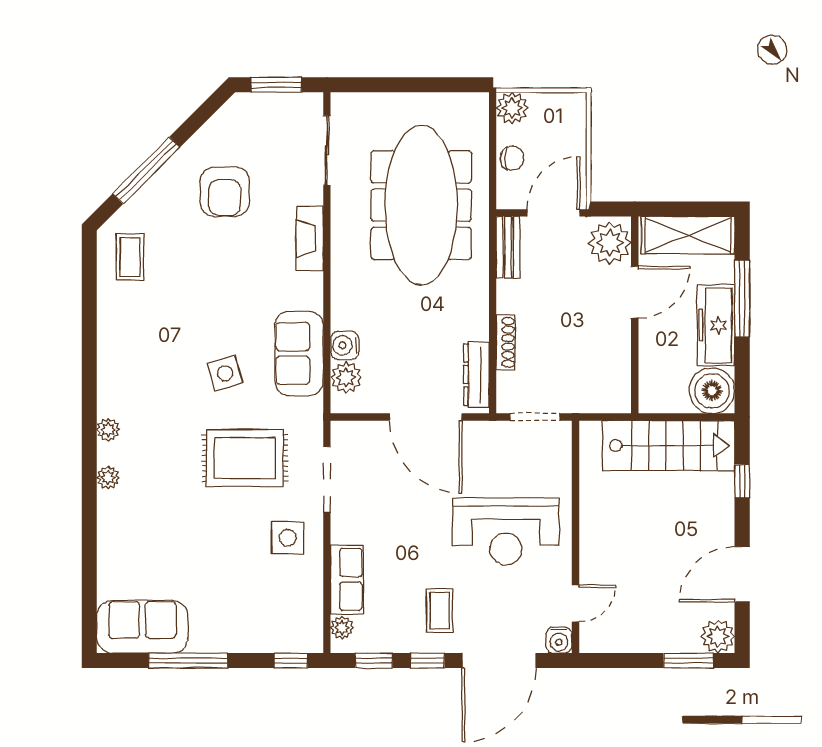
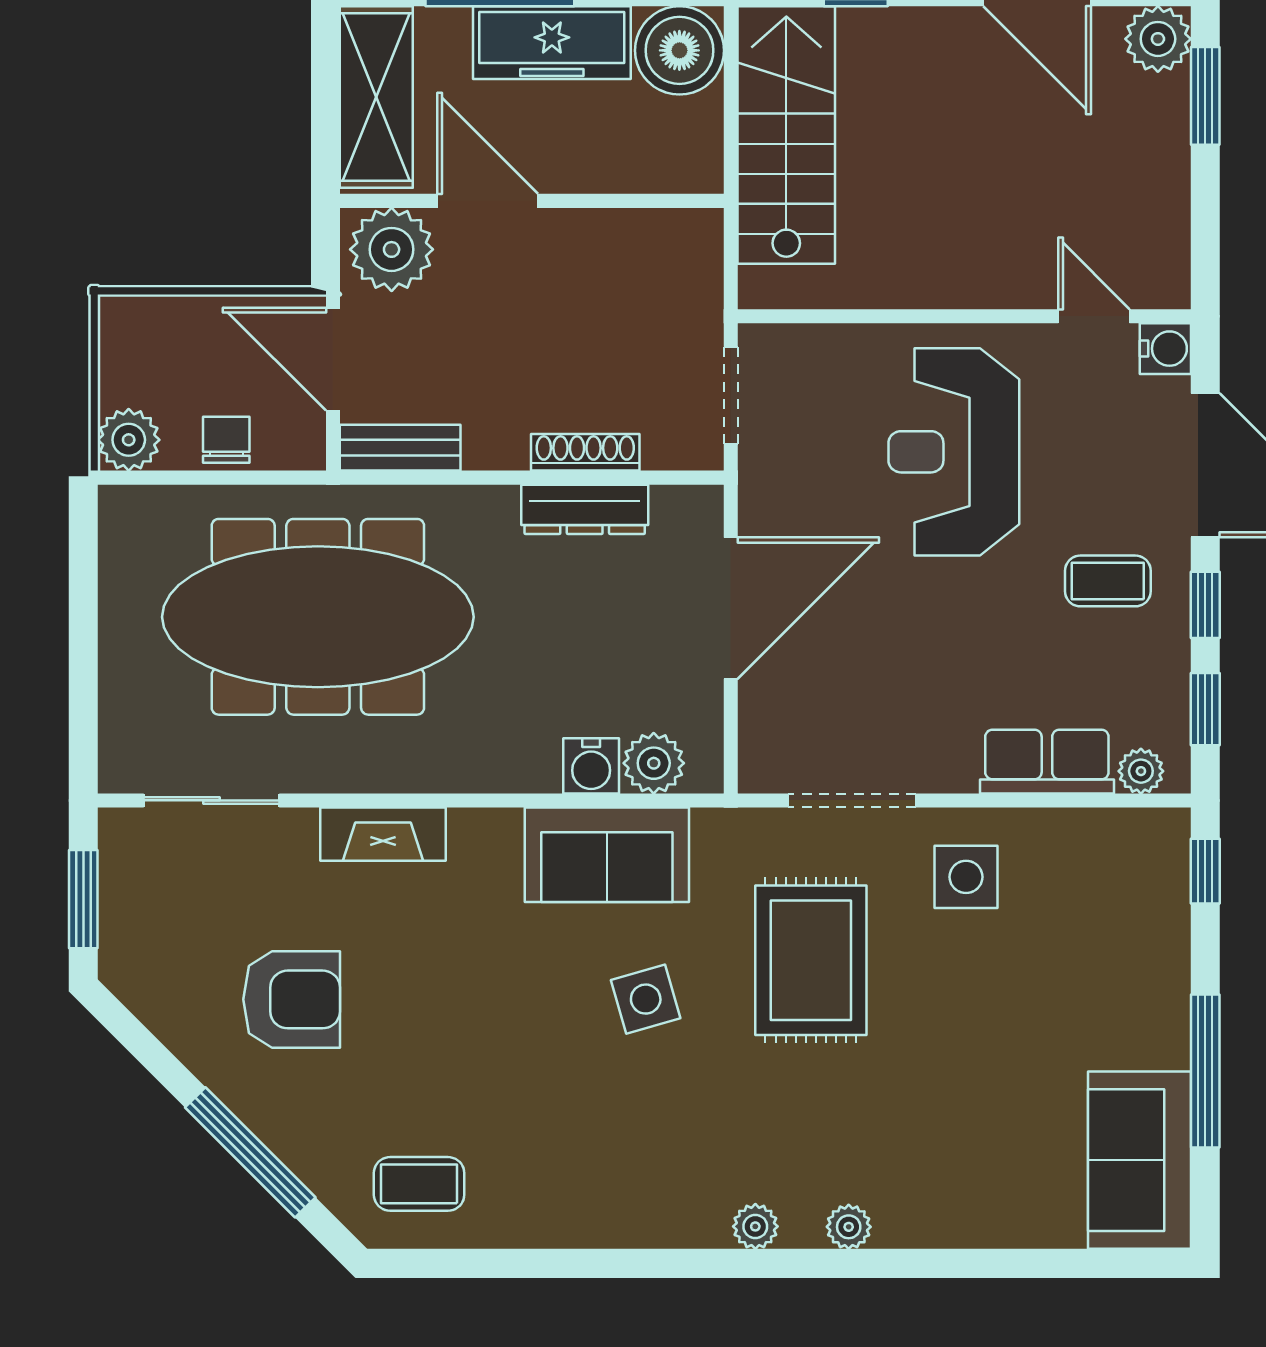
dresser: (476, 375) -> (585, 509), moved
reception desk: (506, 532) -> (954, 452), turned 180

